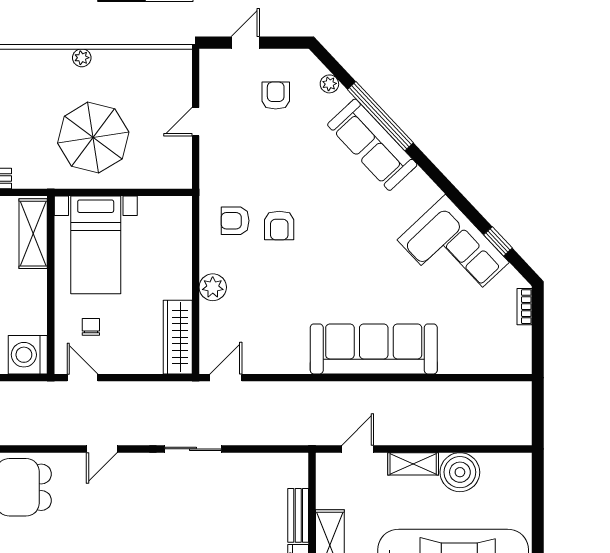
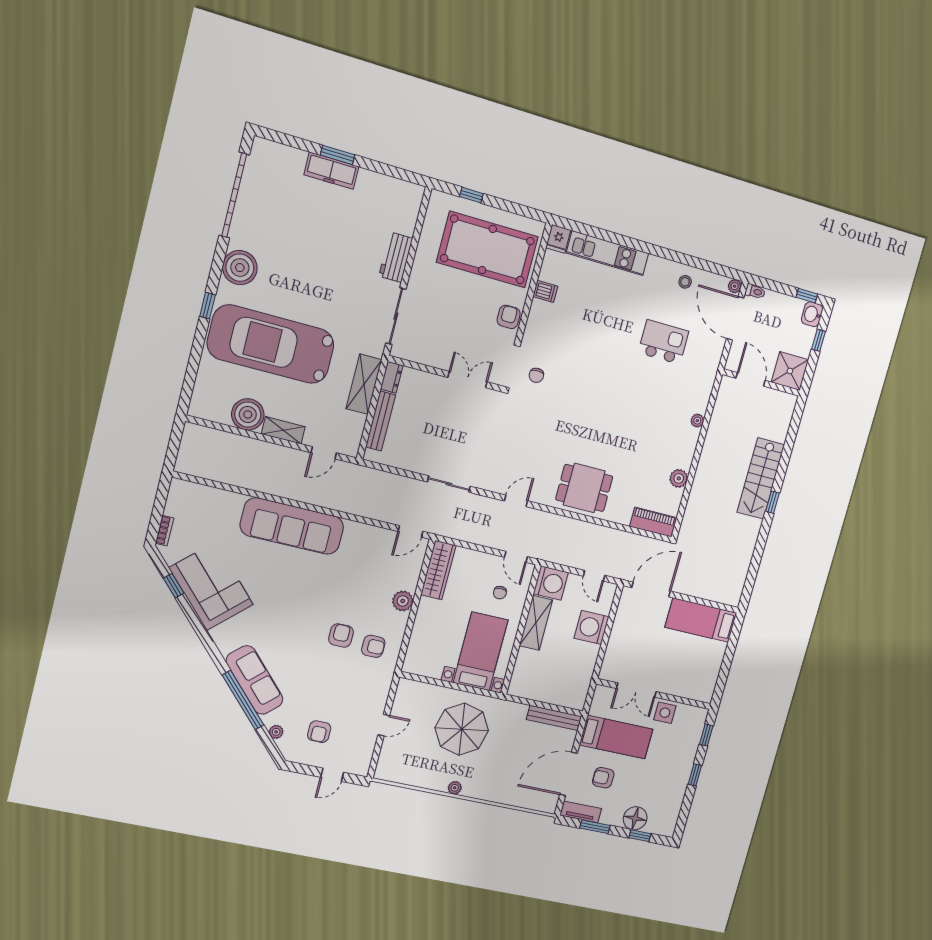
shelving: (33, 234) -> (536, 623), moved
bench: (298, 515) -> (381, 421), width x1.36

